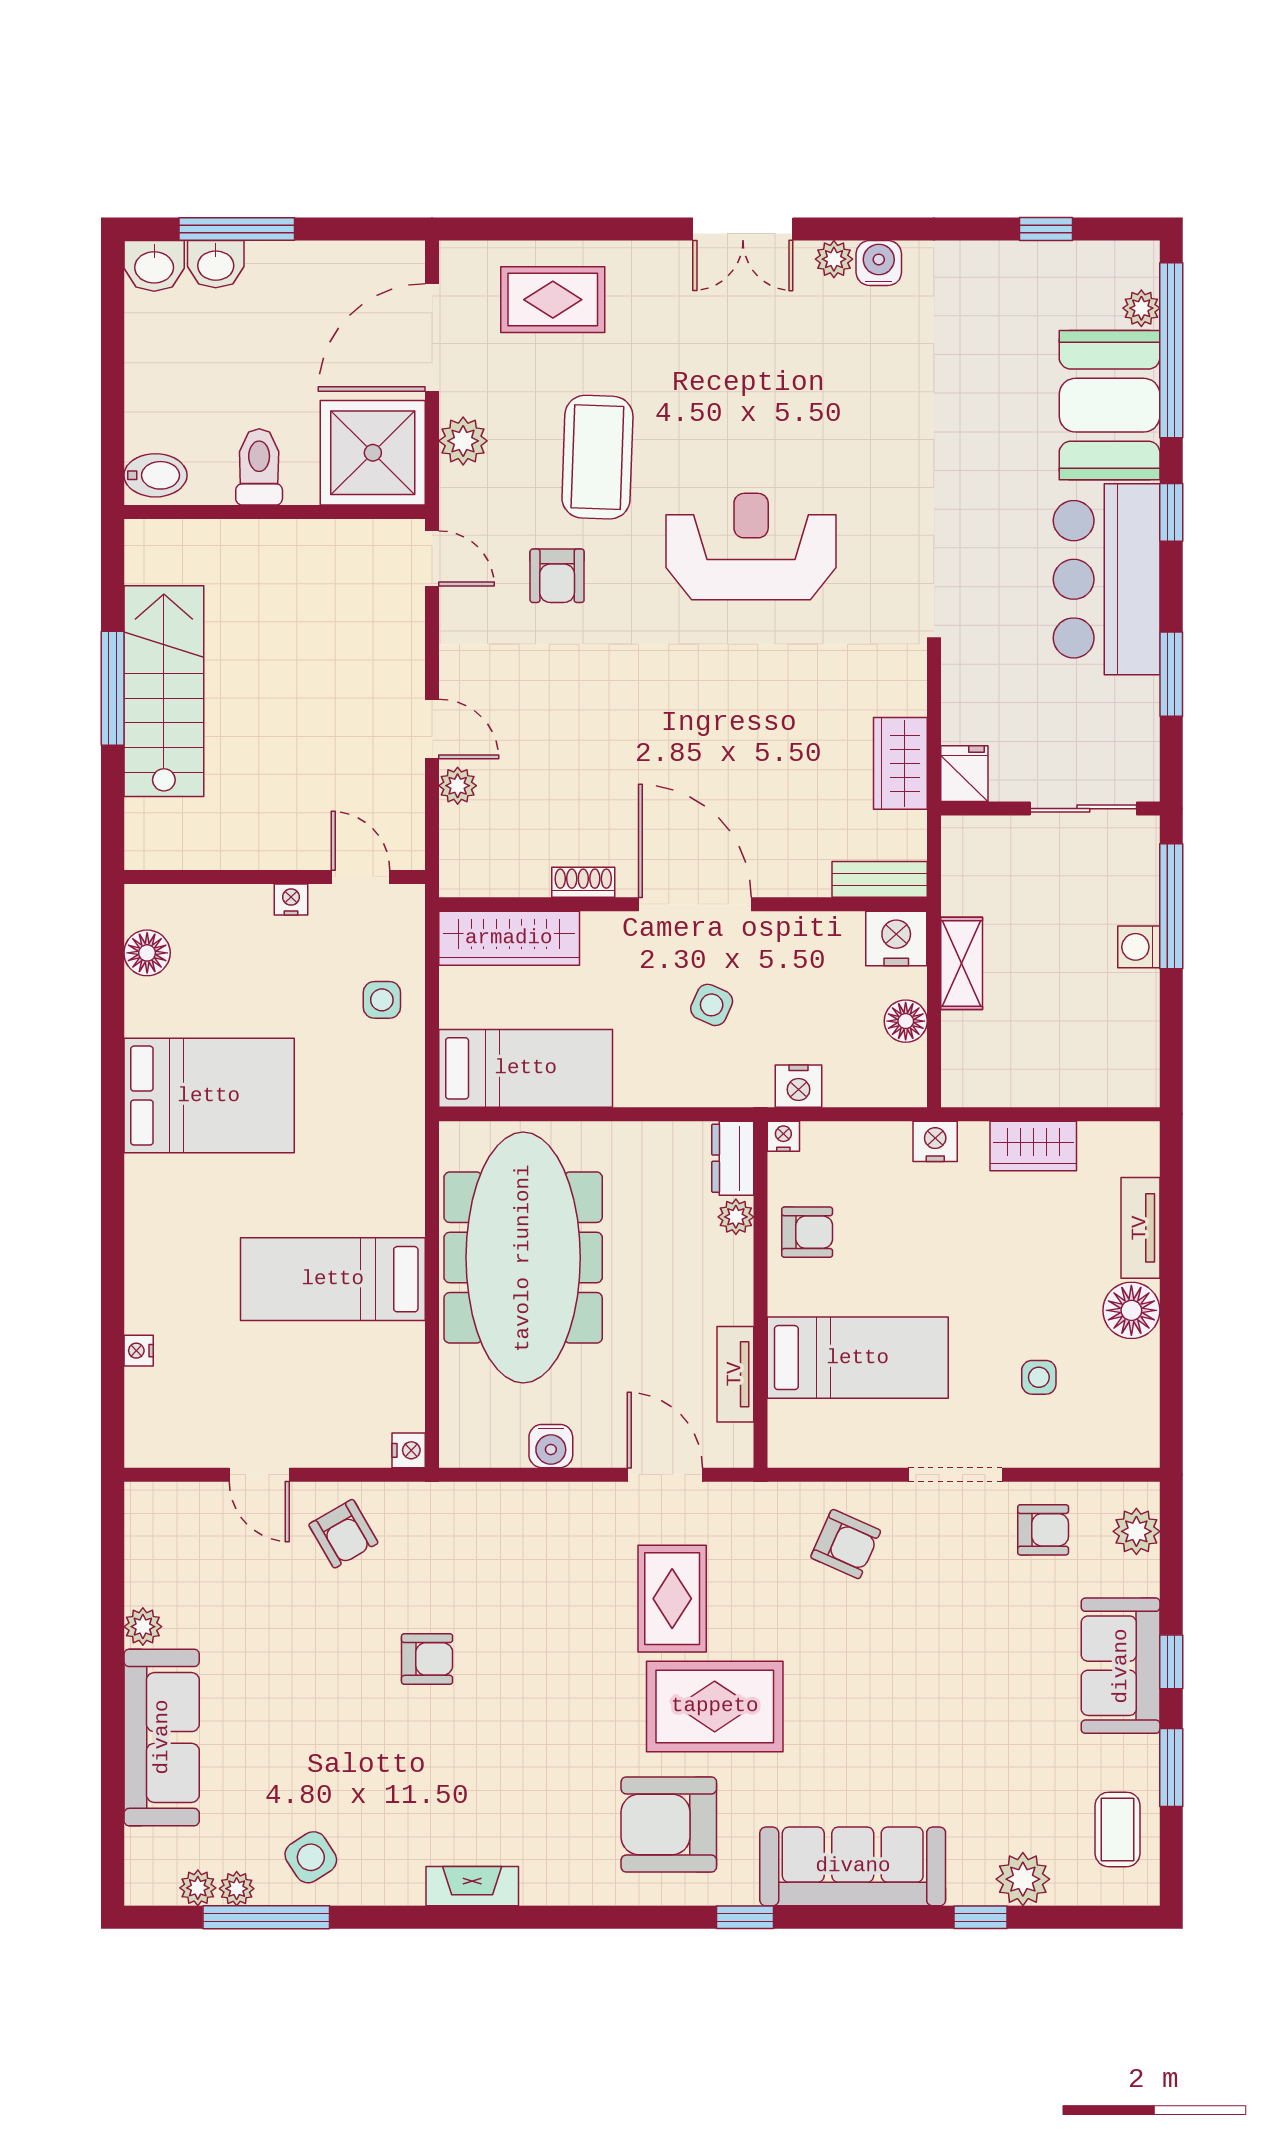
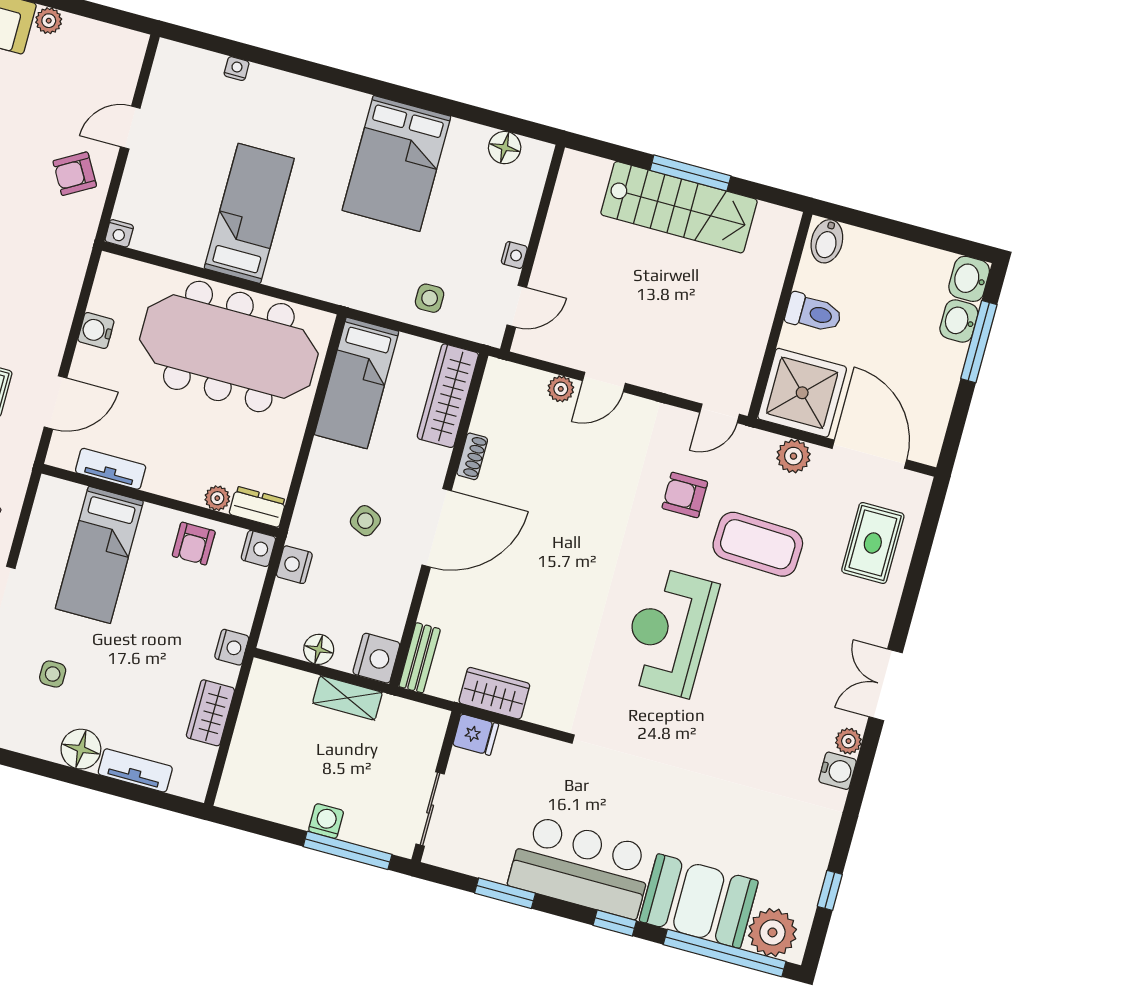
plant: (1141, 308) -> (772, 932), width x1.87, depth x1.87
reception desk: (751, 547) -> (669, 632), turned 180
nightstand: (783, 1136) -> (258, 548), width x1.39, depth x1.35

